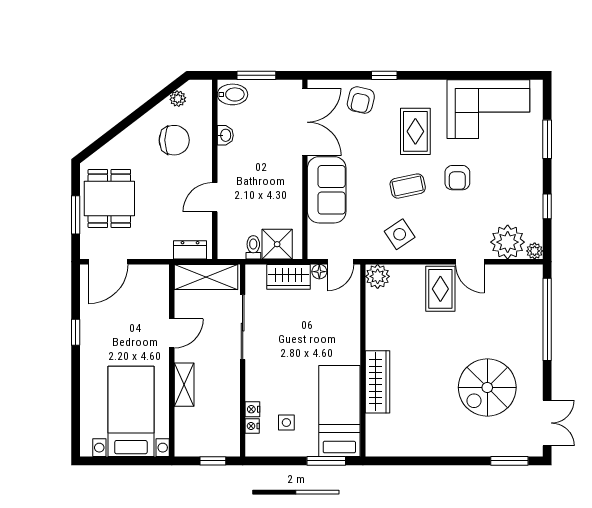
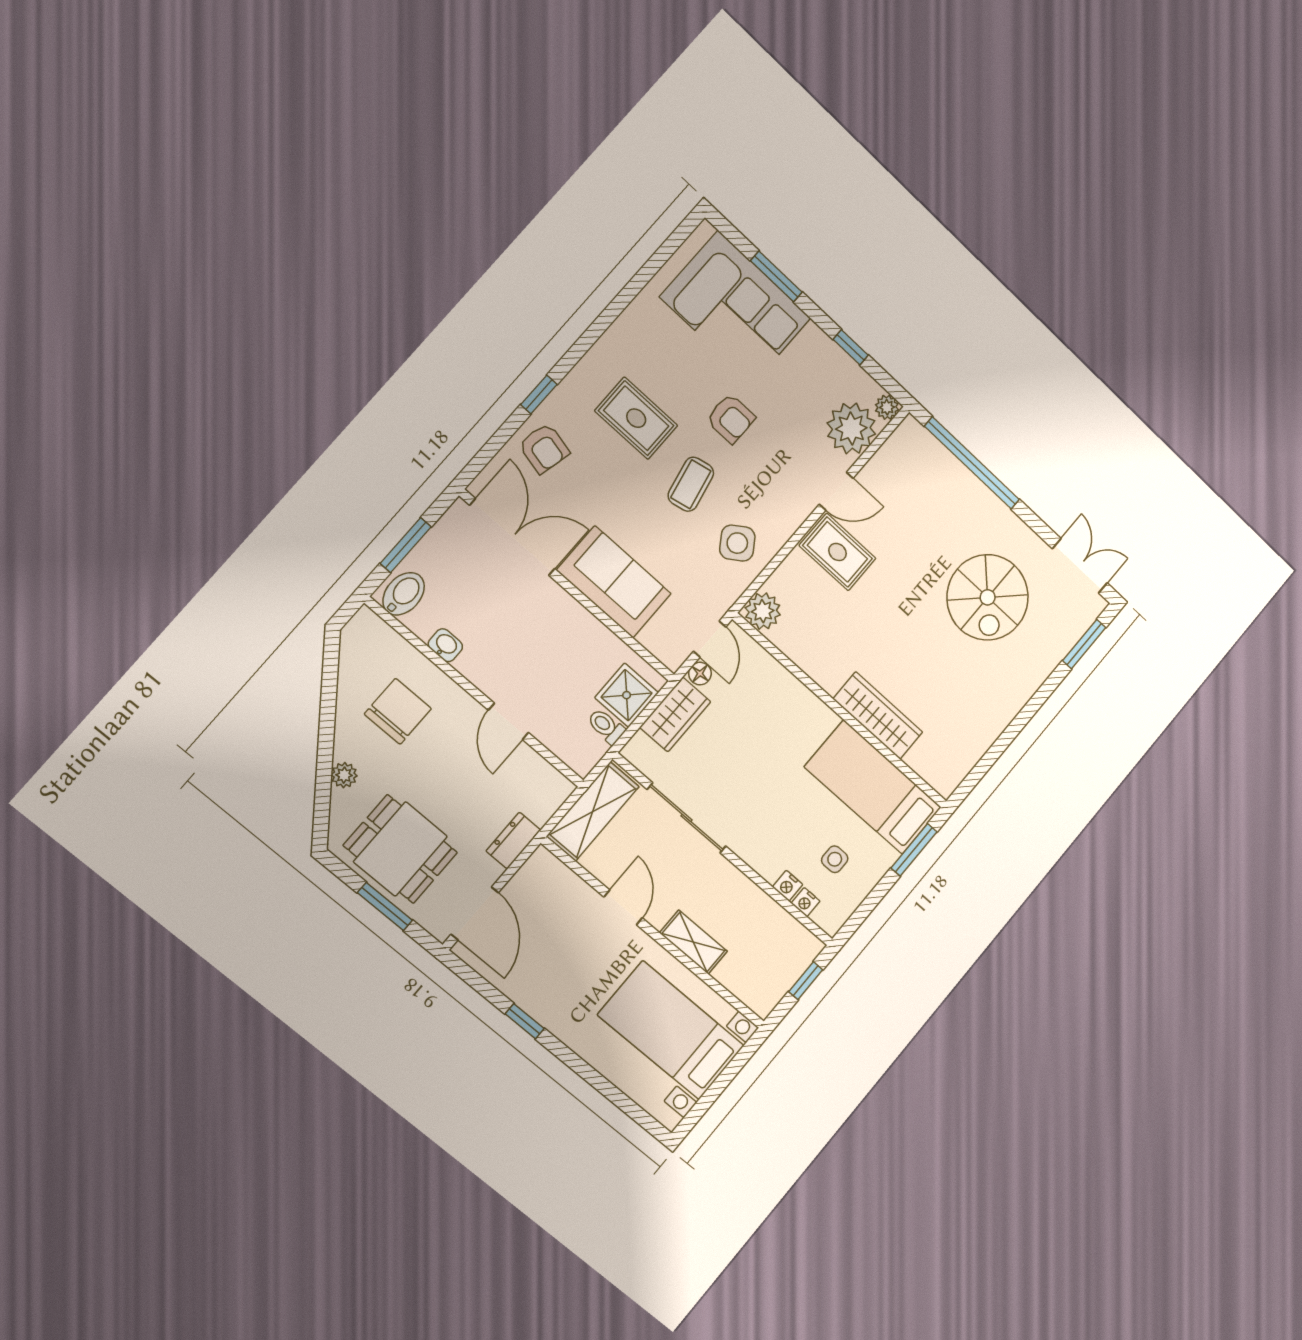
plant: (178, 99) -> (344, 775), moved
corner sofa: (488, 109) -> (736, 308), moved, turned 90
dresser: (190, 250) -> (513, 841), moved

